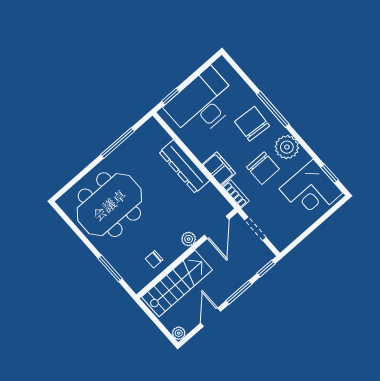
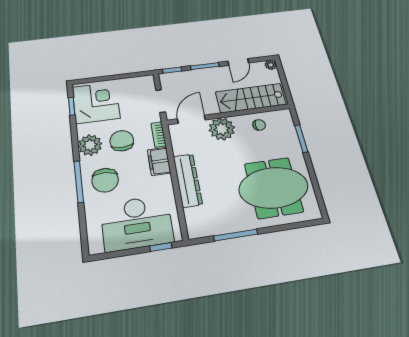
plant: (189, 239) -> (222, 129), width x1.87, depth x1.87

